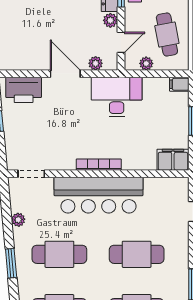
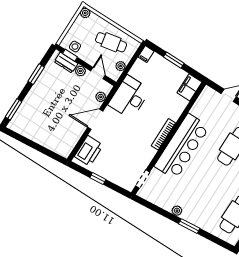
plant: (18, 220) -> (177, 211), moved
cafe table: (59, 254) -> (203, 193), removed

